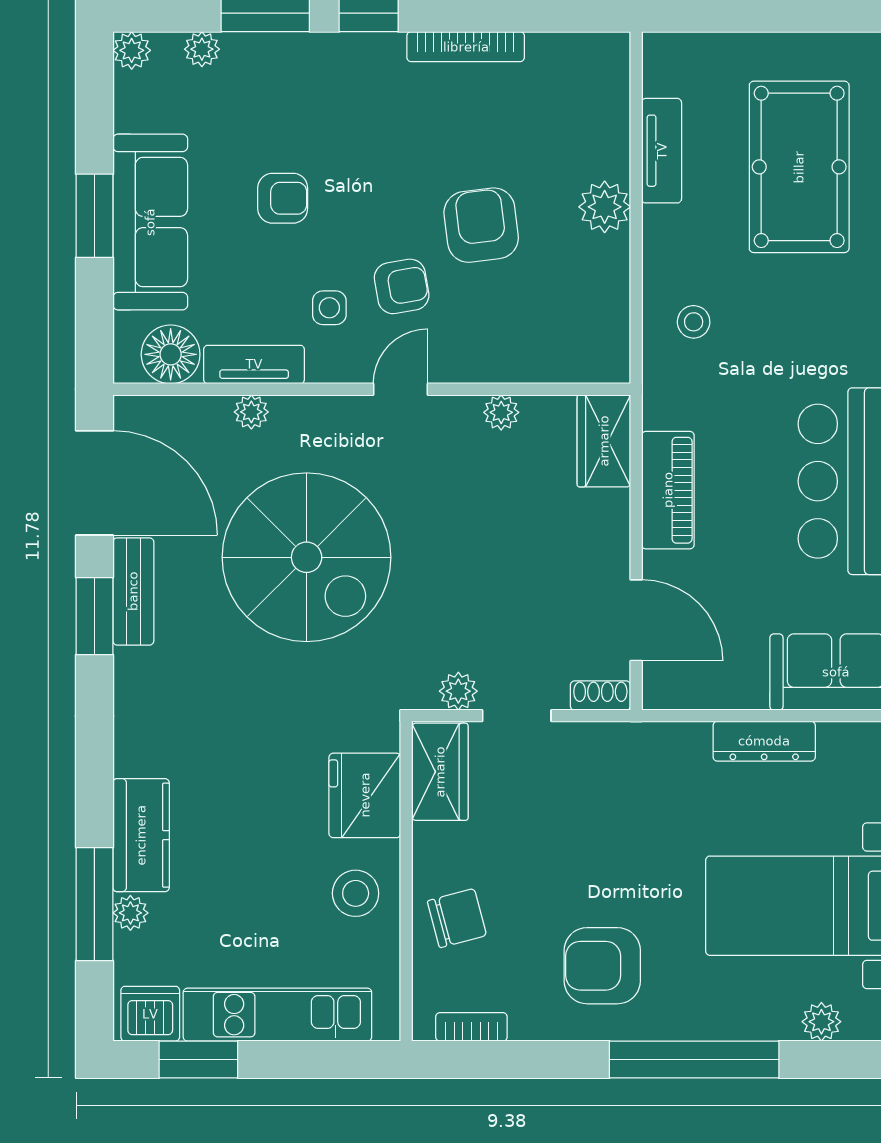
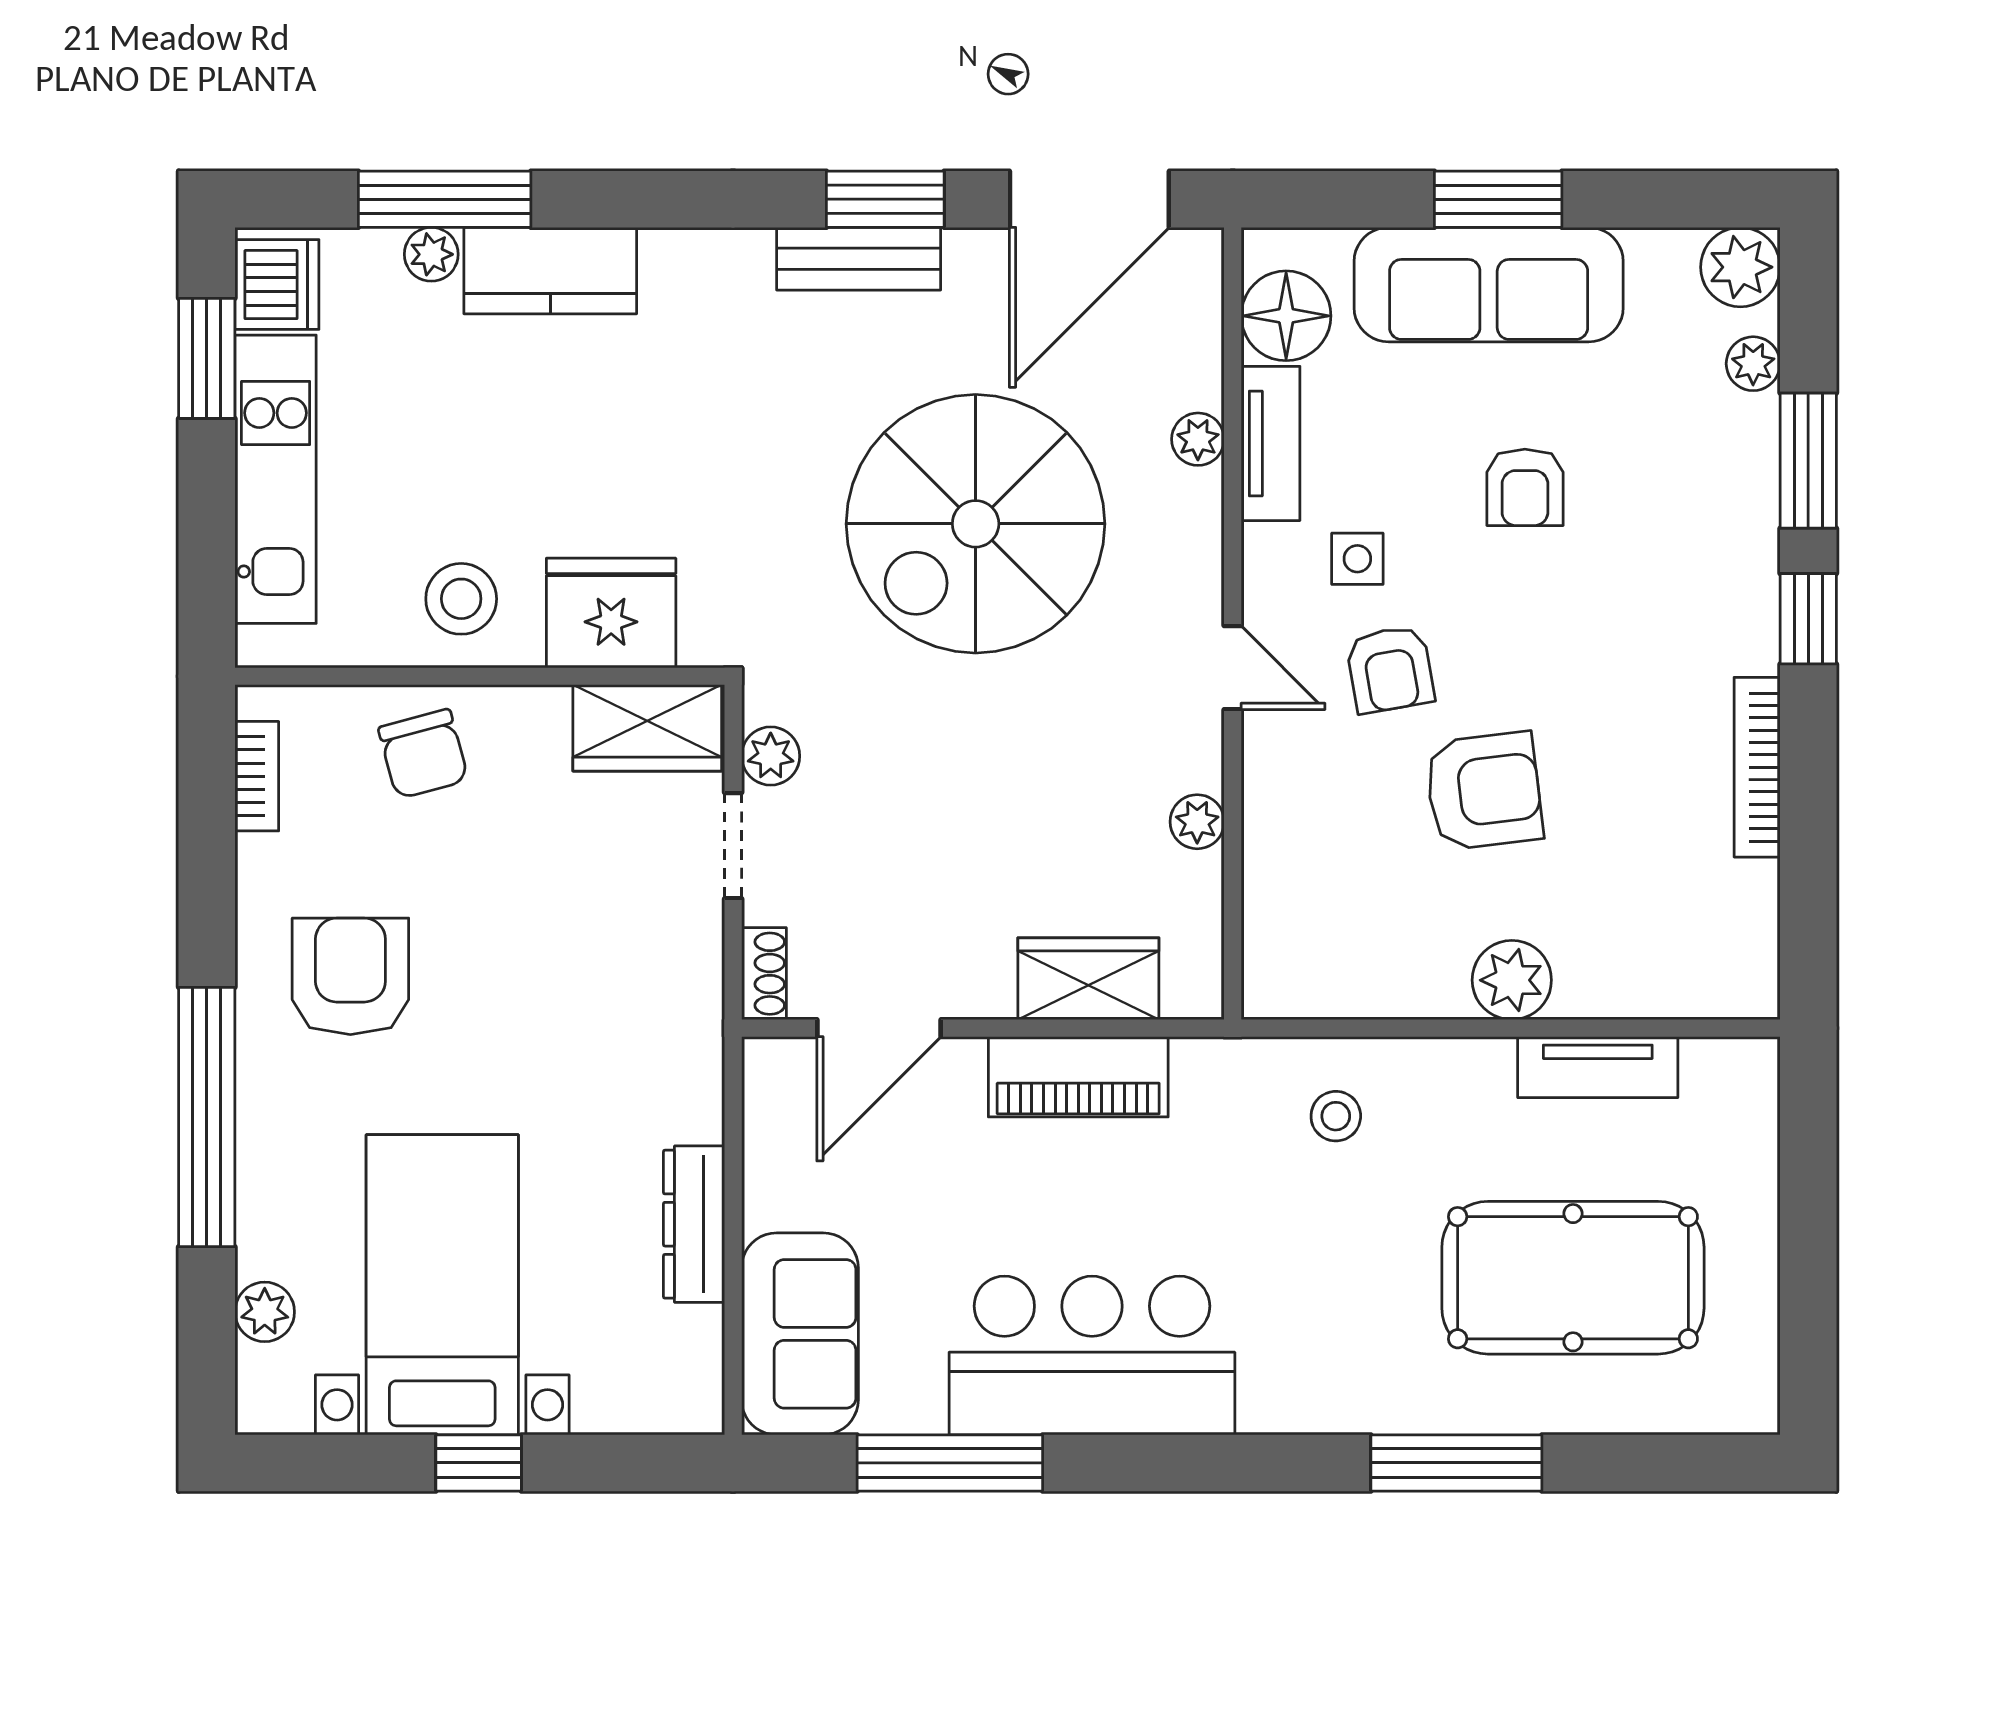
plant: (132, 50) -> (1740, 267), width x1.38, depth x1.38
wardrobe: (604, 441) -> (1088, 979), moved
bench: (133, 591) -> (859, 259), moved

